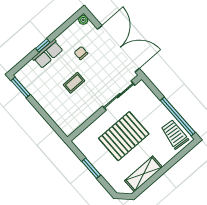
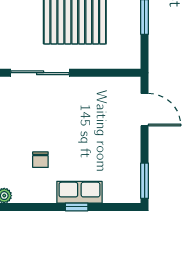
coffee table: (74, 83) -> (78, 133), removed
door: (51, 123) -> (145, 110), added

